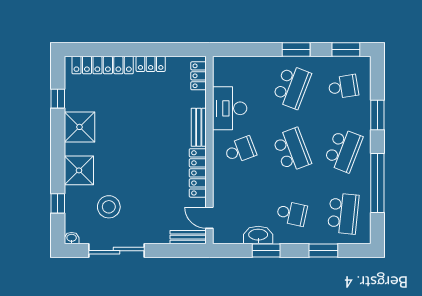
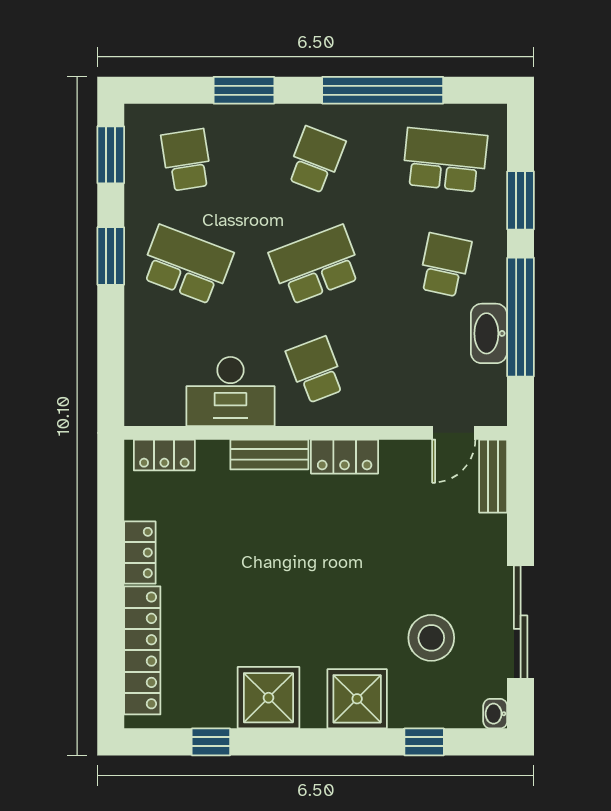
school desk: (343, 150) -> (316, 160), width x0.54
locker: (198, 173) -> (345, 457), width x0.66
window: (266, 251) -> (521, 317), width x2.11

